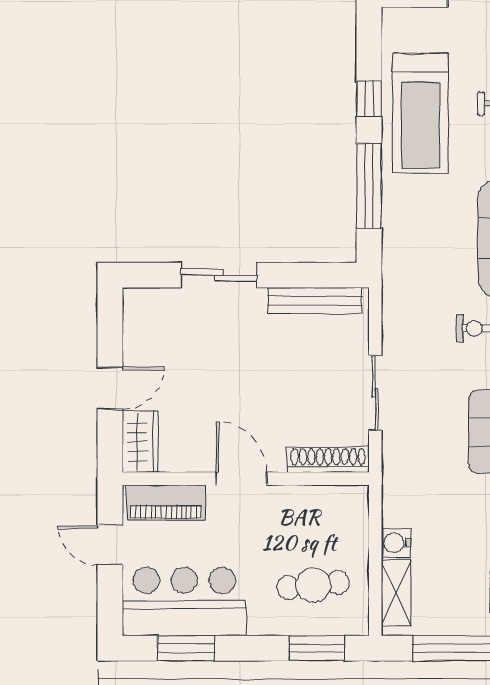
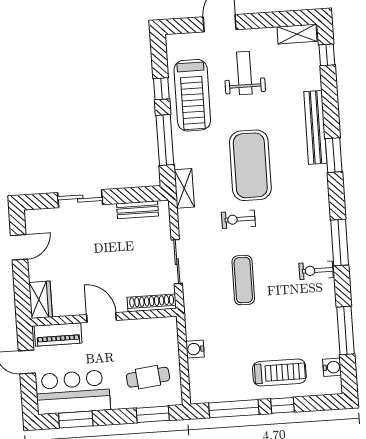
bench: (315, 301) -> (138, 210), width x0.73
door: (110, 388) -> (19, 247), moved
shelving: (396, 593) -> (184, 188), moved

